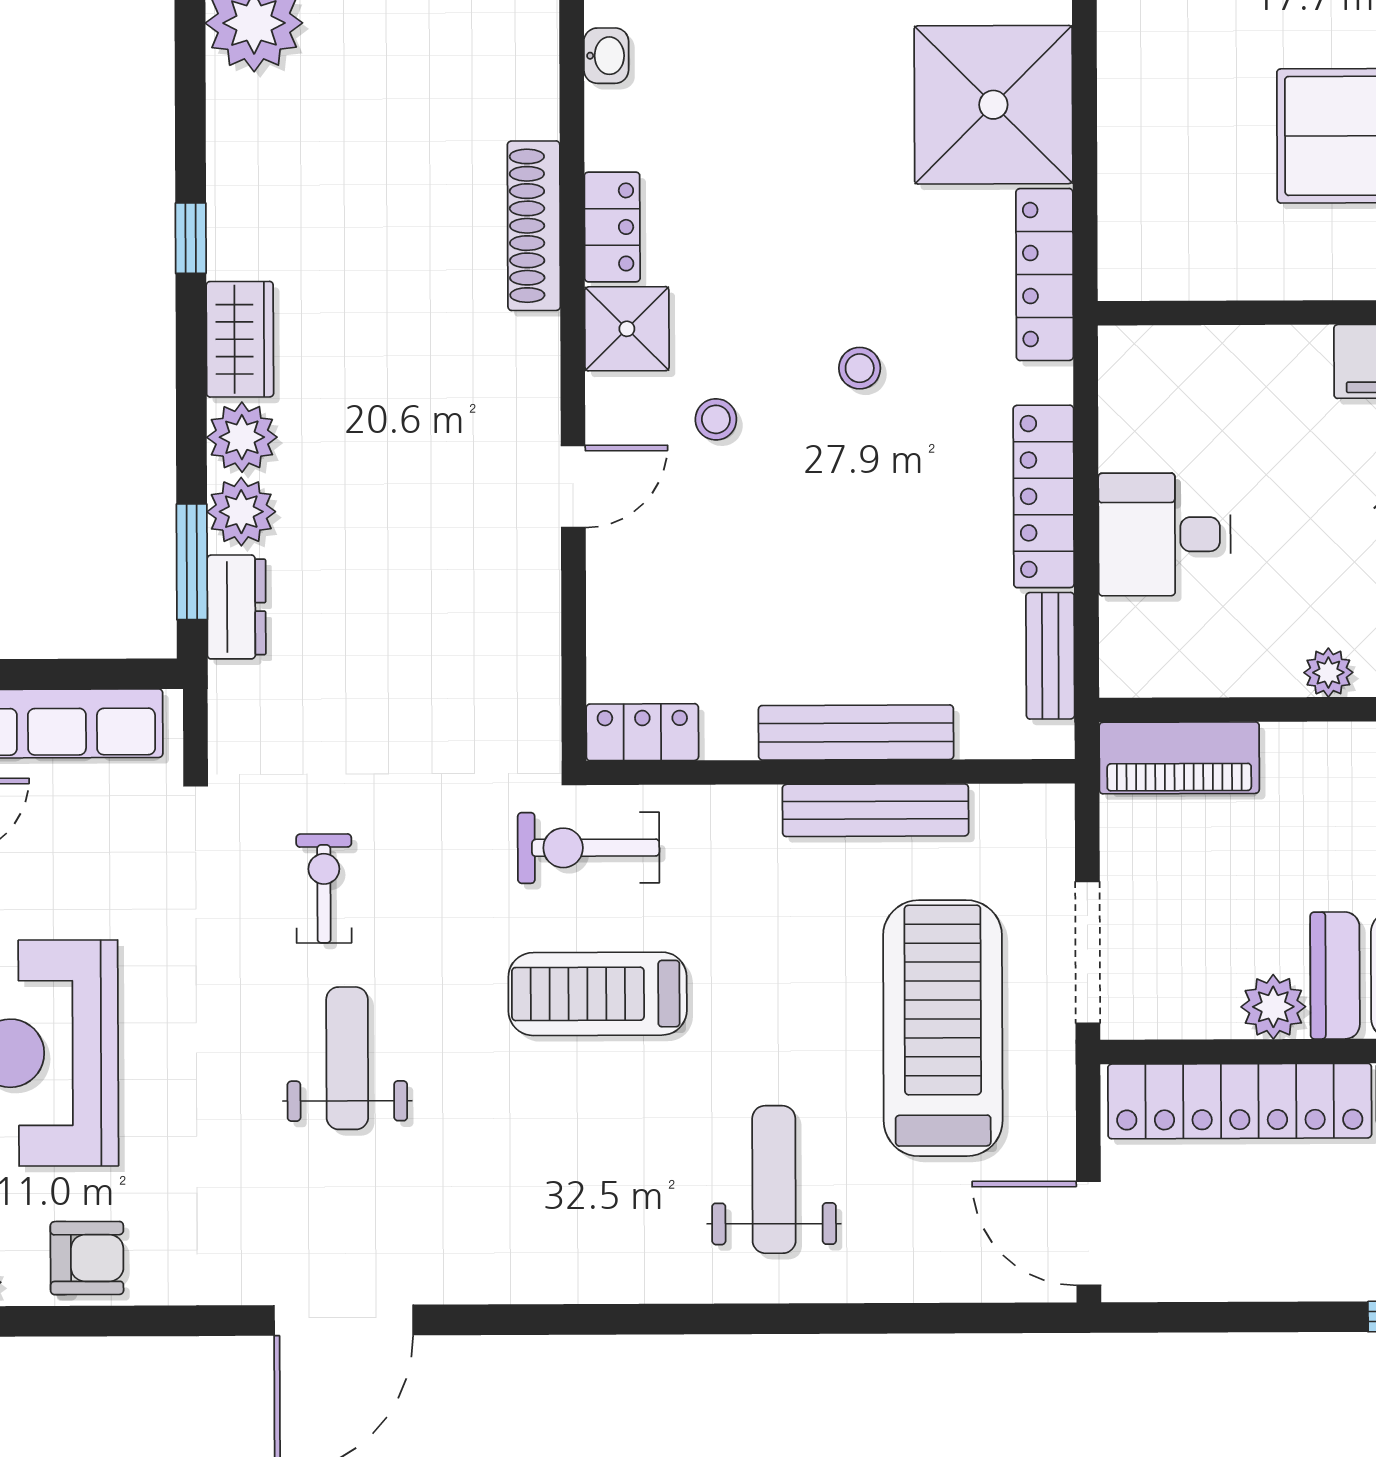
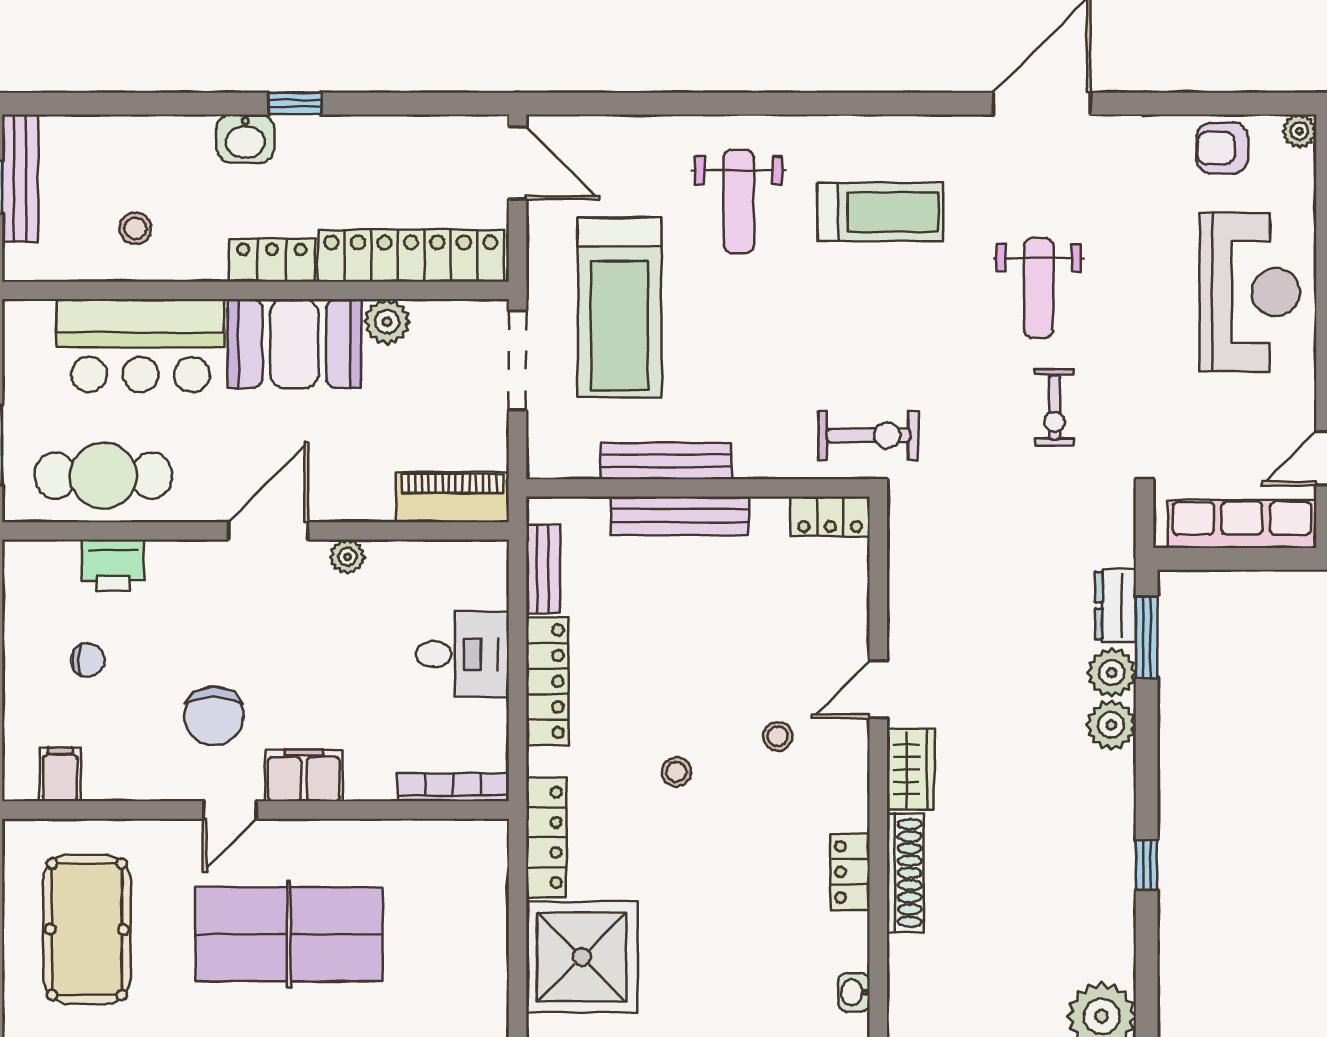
shower: (627, 329) -> (840, 800), removed
wardrobe: (240, 339) -> (910, 769), moved, turned 180
bookcase: (1177, 345) -> (453, 787), added
treadmill: (598, 994) -> (880, 212), moved

